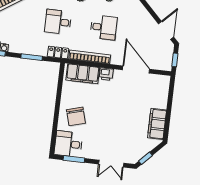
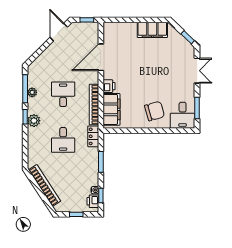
door: (166, 30) -> (59, 32), hinge flipped

